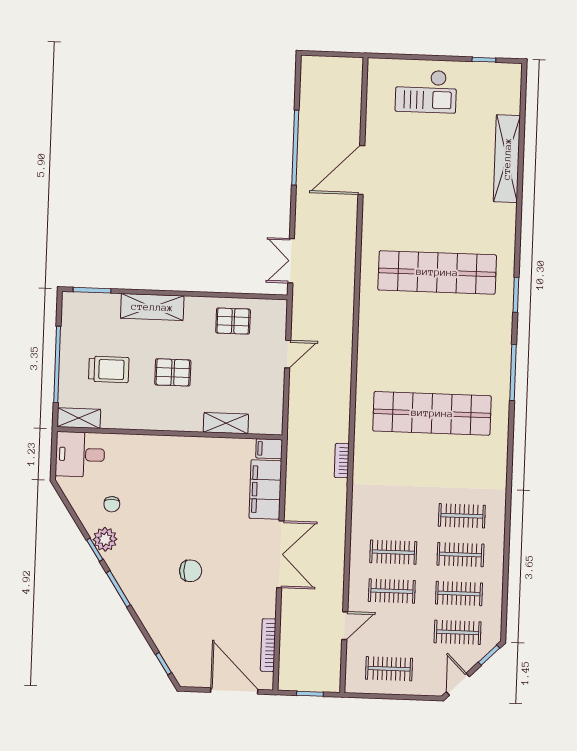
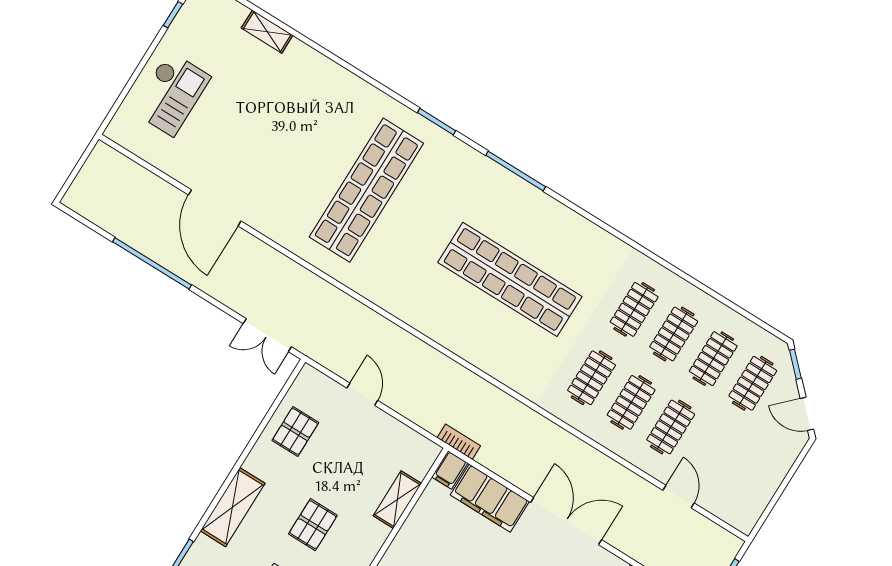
shelving: (507, 159) -> (267, 32), width x0.45, depth x0.75
shop shelf: (432, 413) -> (510, 279), turned 90
bookcase: (342, 461) -> (459, 442), moved, turned 180
clothes rail: (389, 669) -> (592, 378), moved

